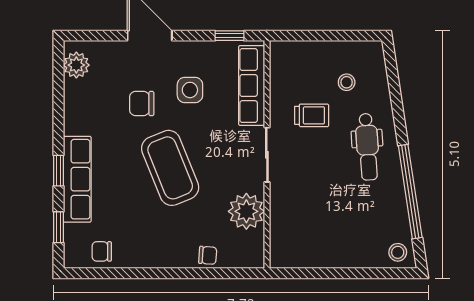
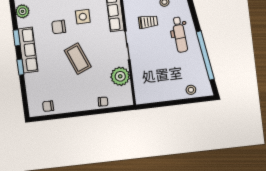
coffee table: (170, 168) -> (78, 59), width x0.73, depth x0.76
row of seats: (77, 179) -> (28, 50), moved
window: (58, 227) -> (17, 38), moved
stool: (398, 252) -> (191, 90), moved

